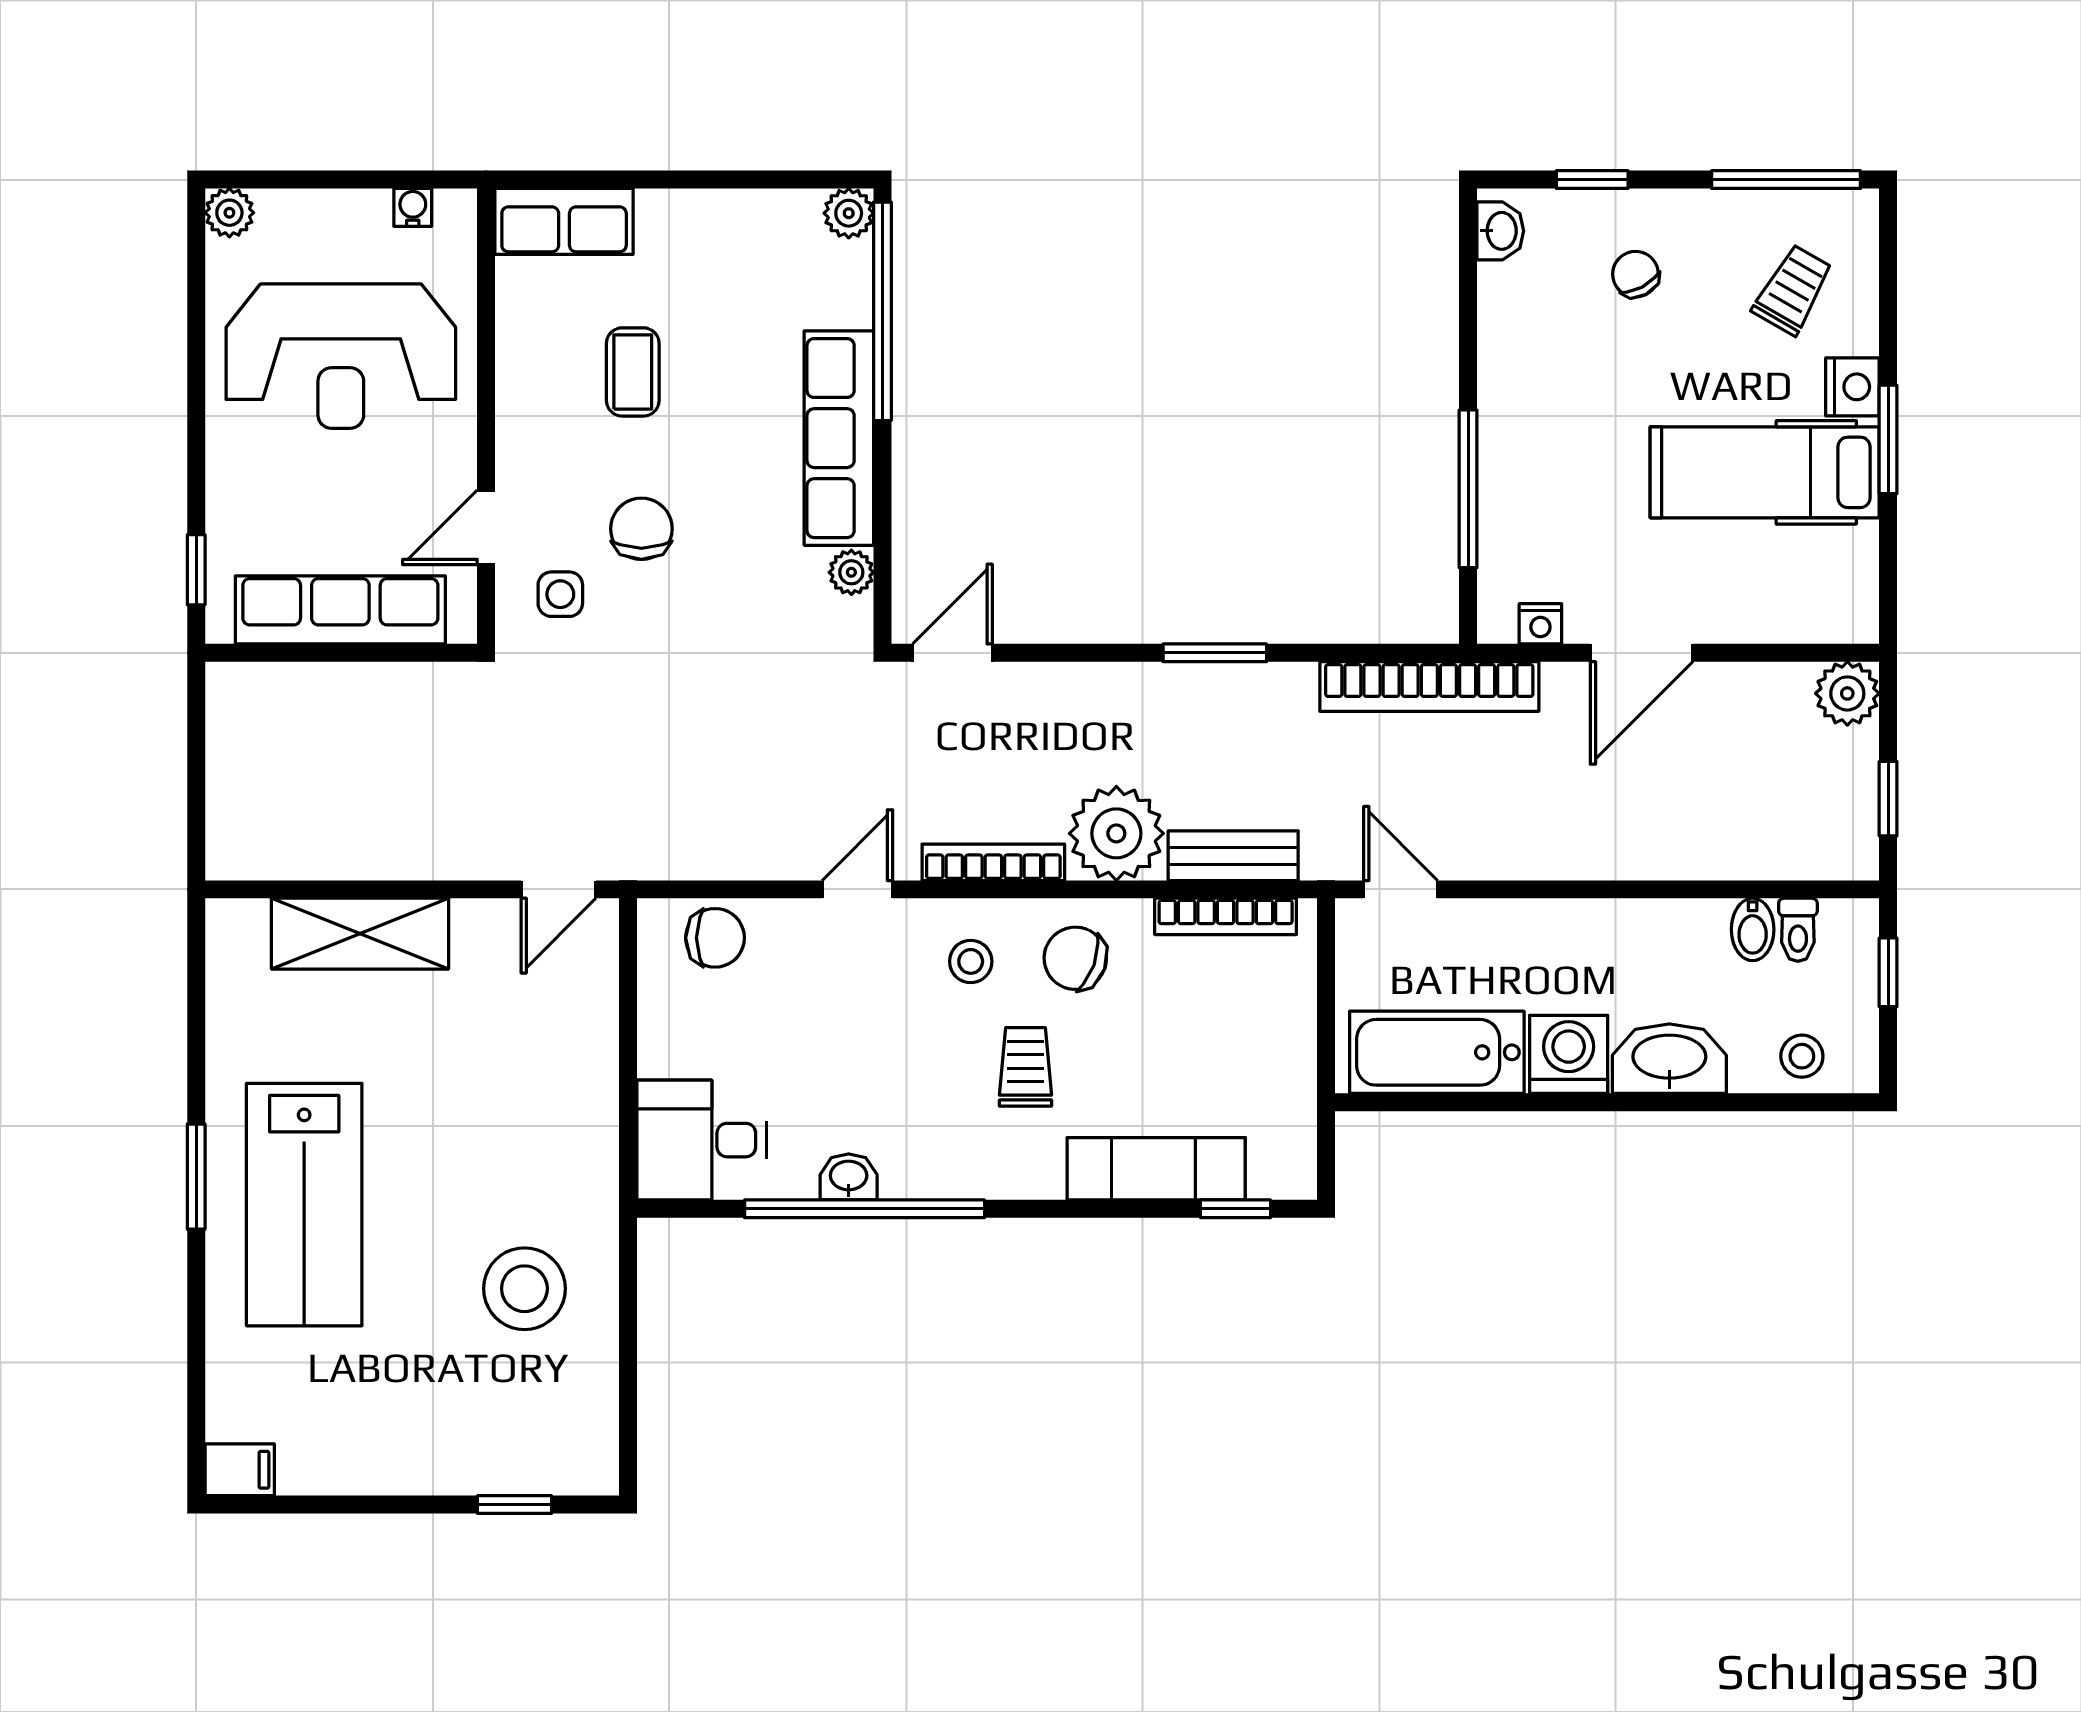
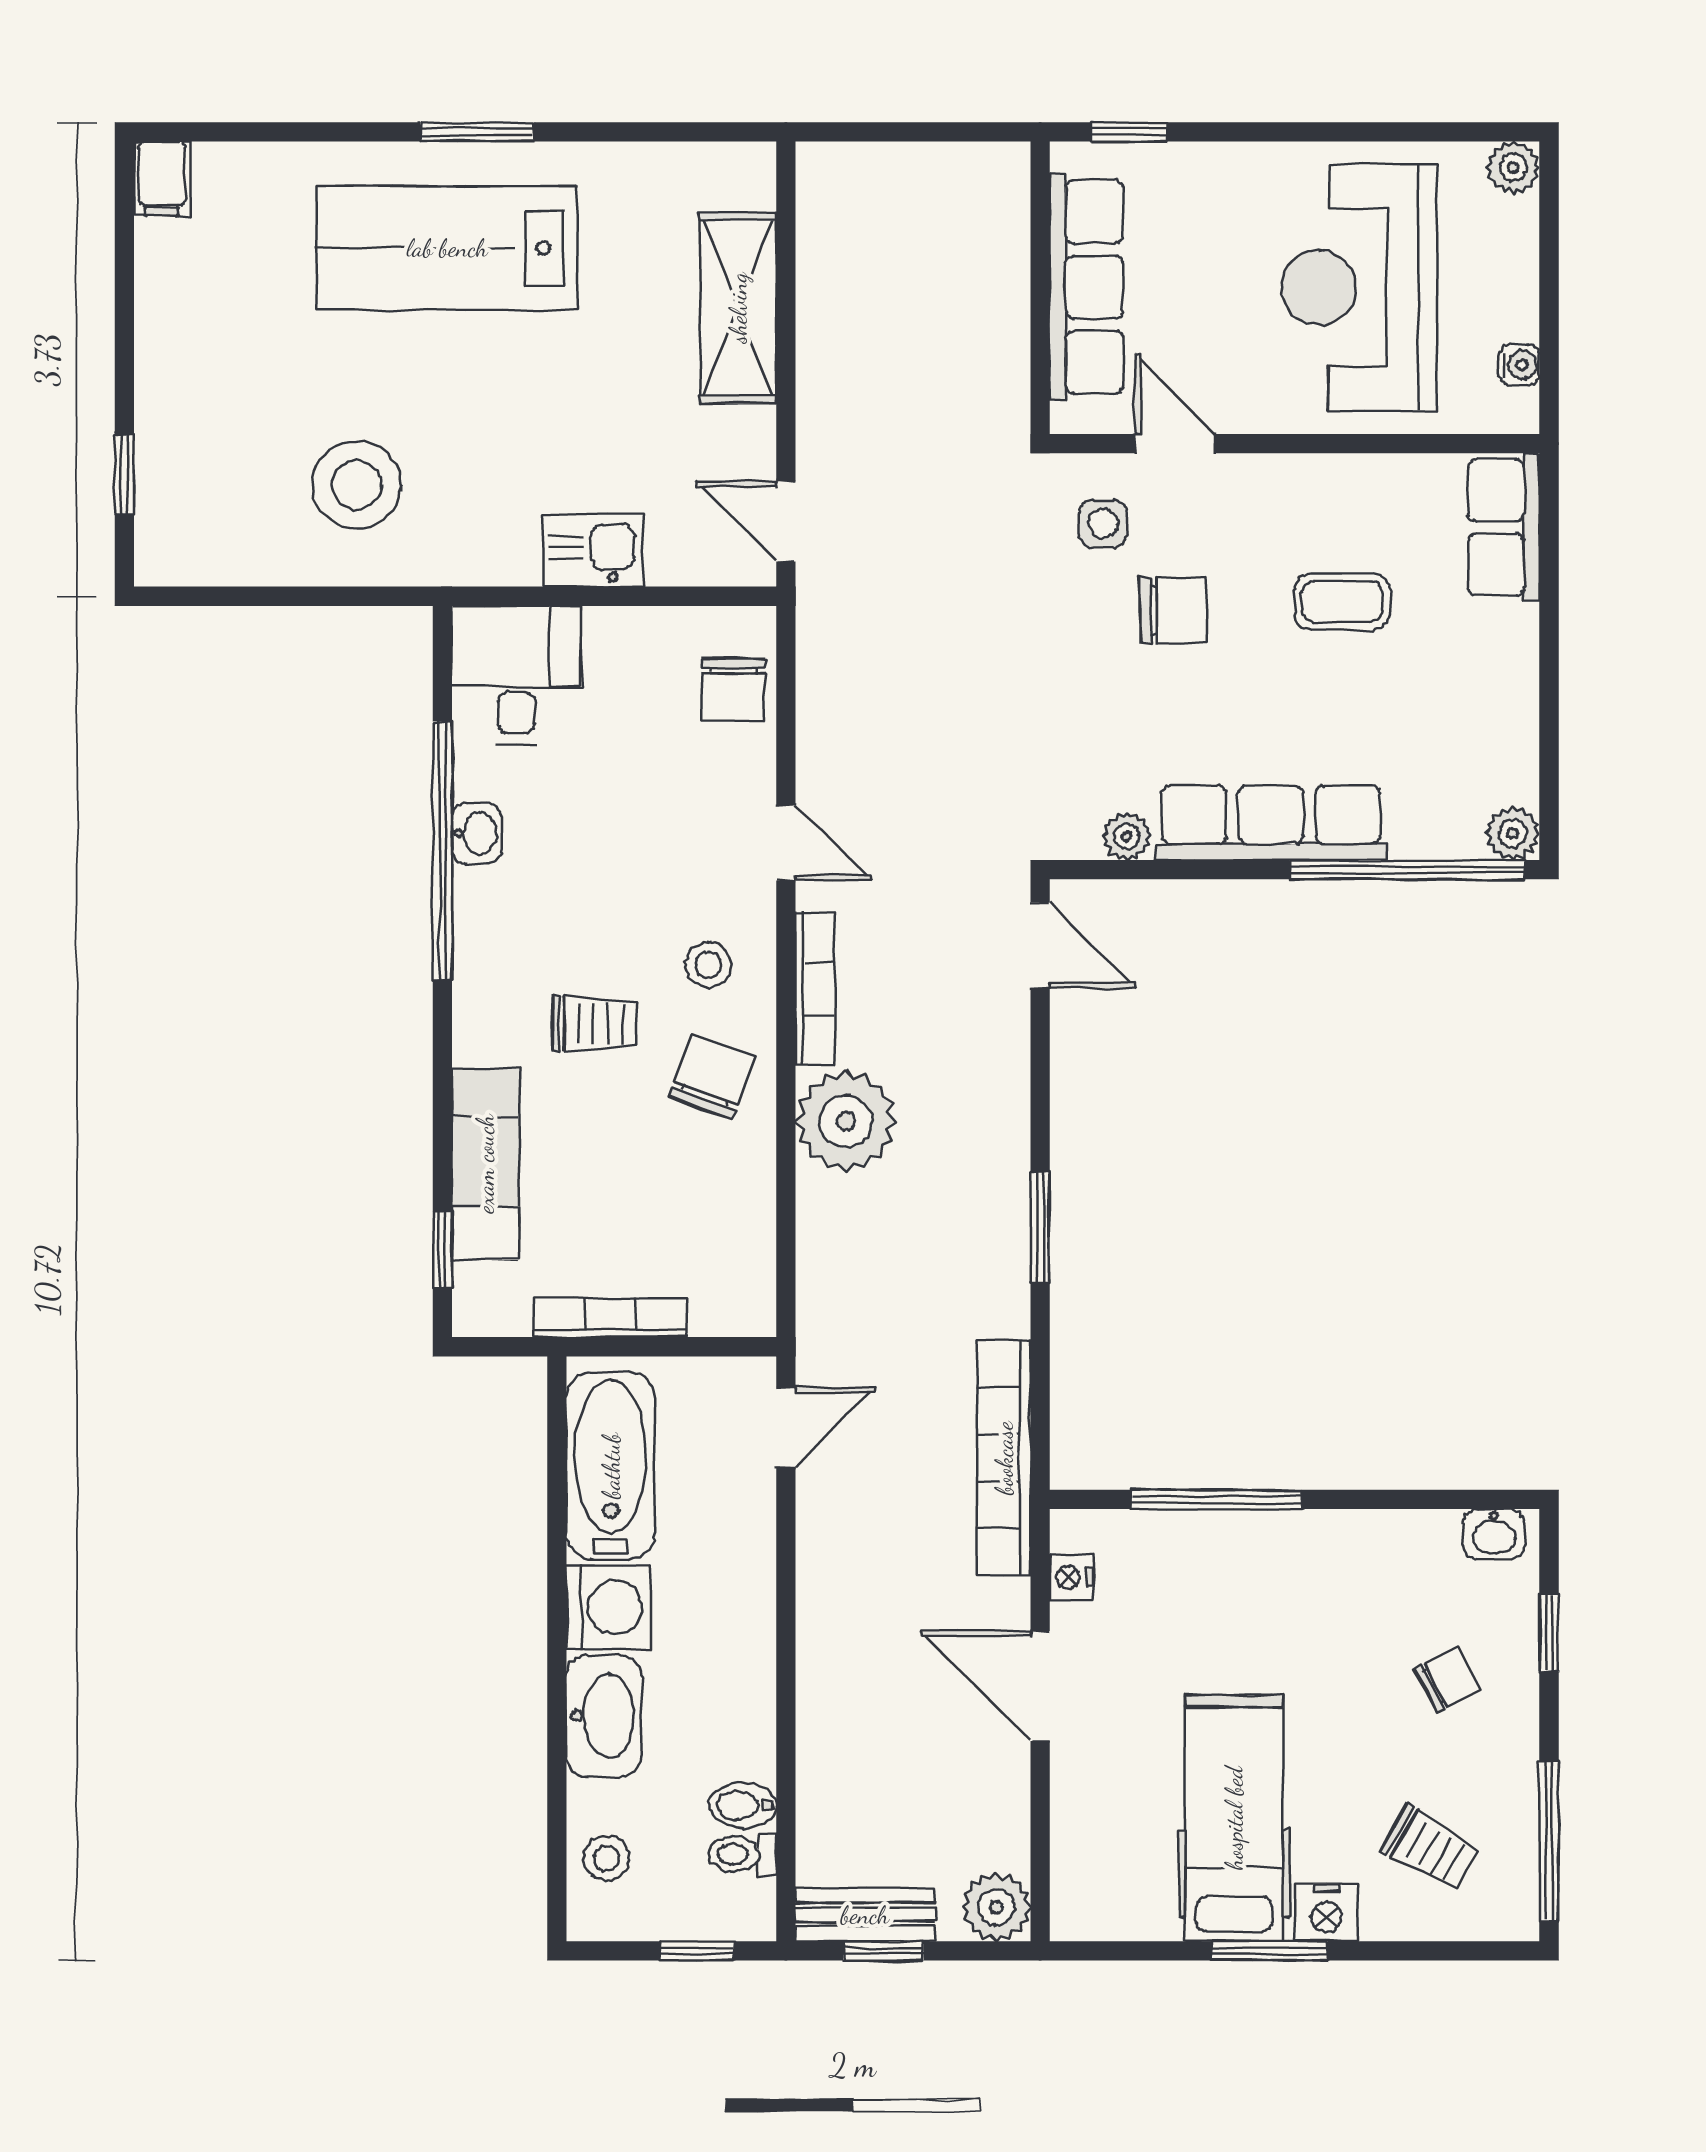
bench: (1233, 856) -> (865, 1915), moved, turned 90
bookcase: (1226, 916) -> (610, 1318), moved, turned 90
kitchen sink: (585, 1069) -> (593, 550), added

